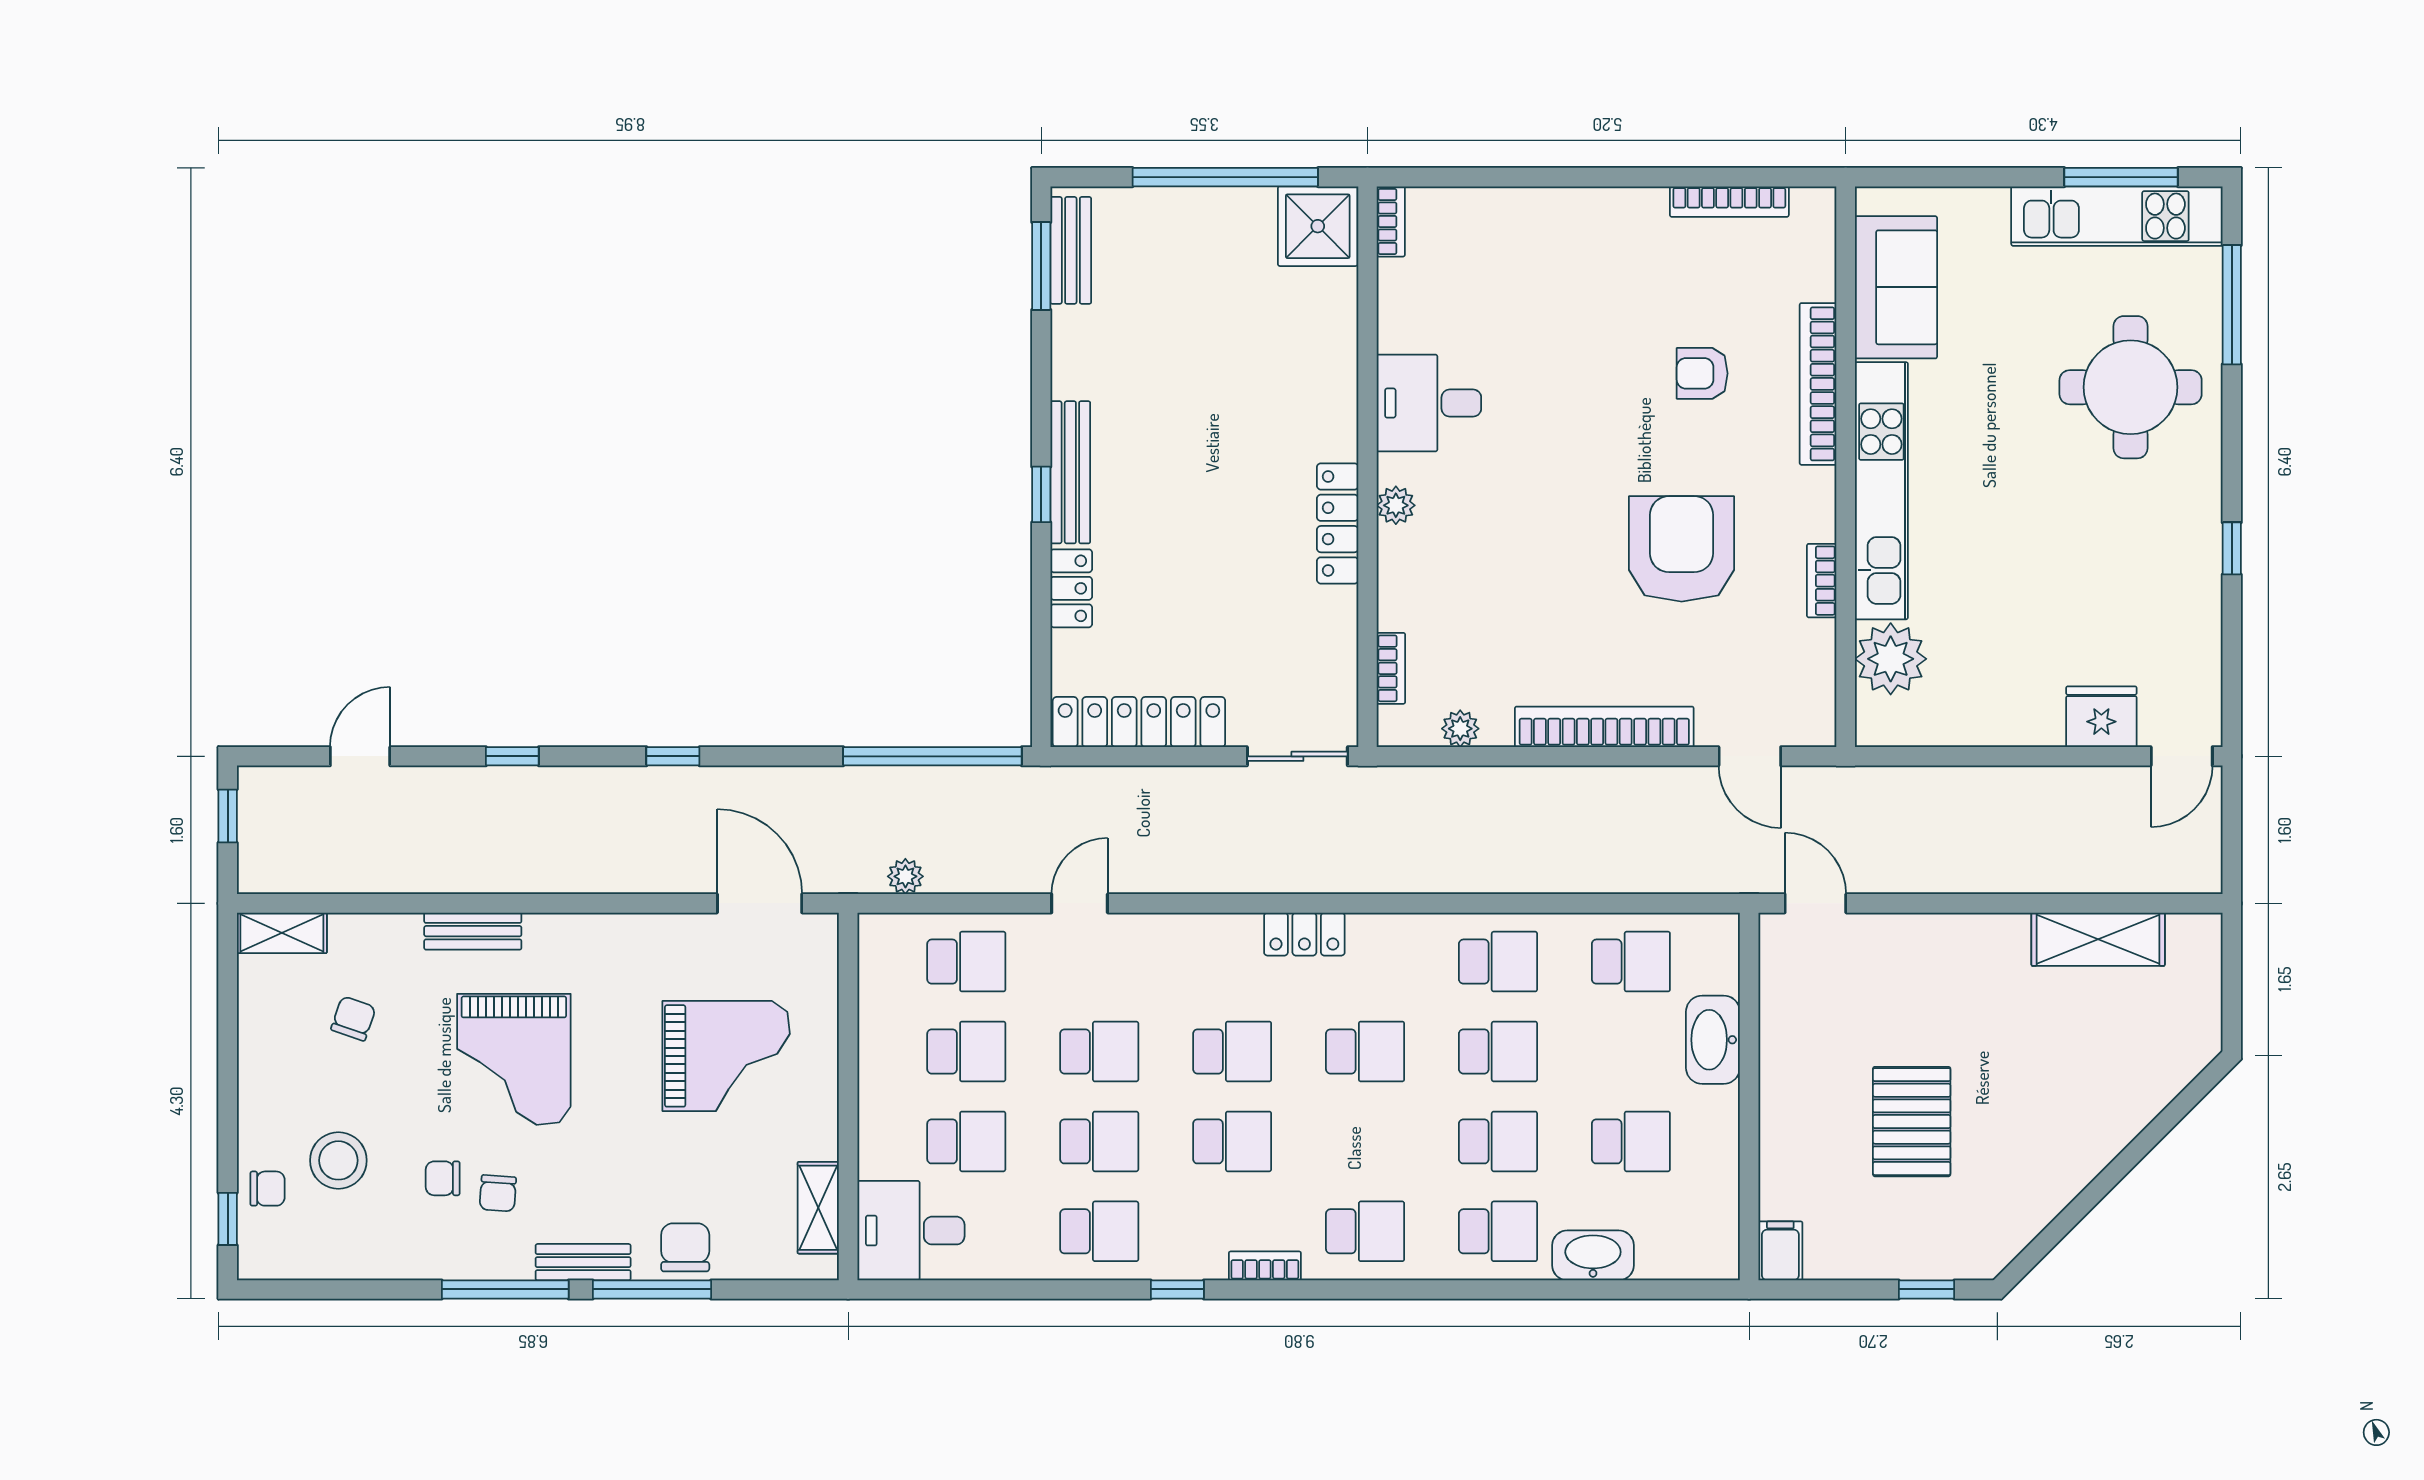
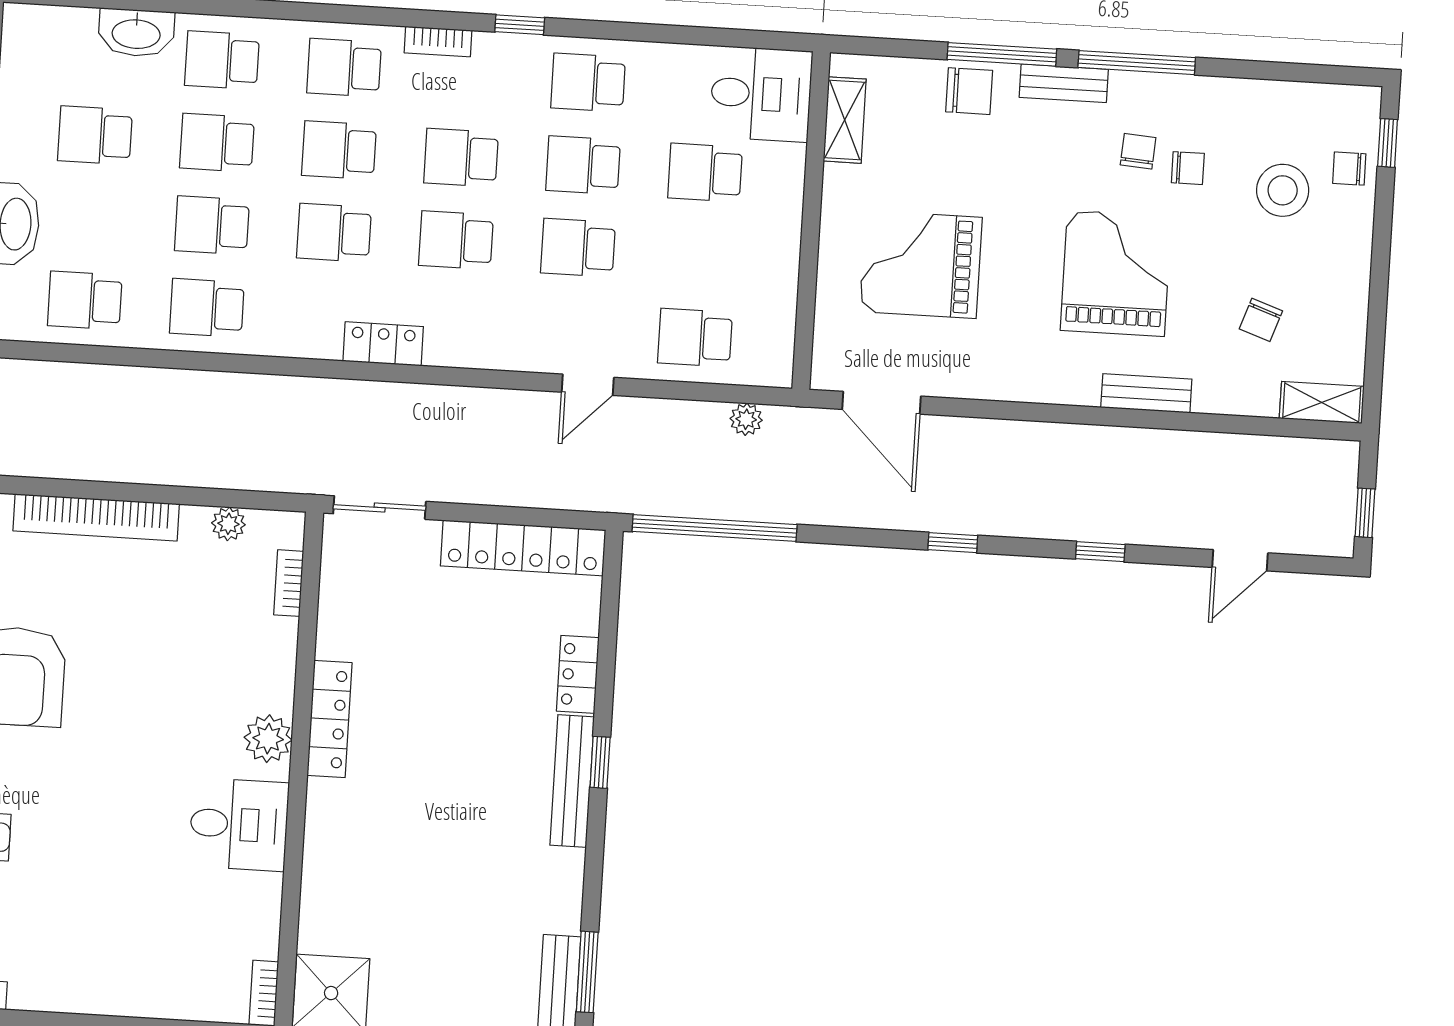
plant: (1396, 505) -> (268, 739), width x1.38, depth x1.38
school desk: (966, 1051) -> (339, 150), moved
chair: (685, 1247) -> (969, 91), turned -90

